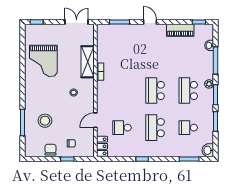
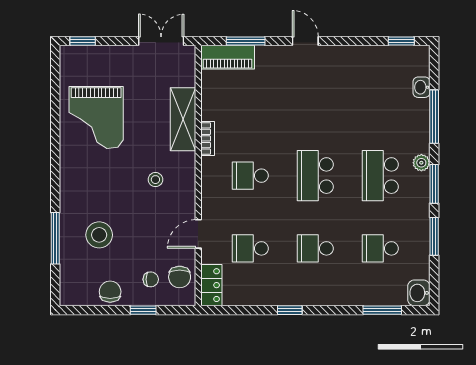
piano: (180, 30) -> (228, 57), moved
school desk: (122, 90) -> (250, 176), added
school desk: (155, 128) -> (315, 248), width x0.54
chair: (86, 142) -> (180, 277), added

